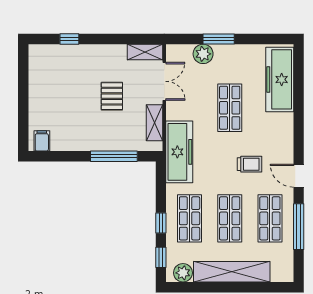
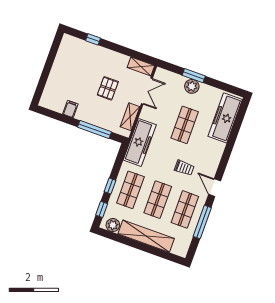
plant: (203, 54) -> (192, 86), moved
filing cabinet: (42, 141) -> (70, 109), moved

